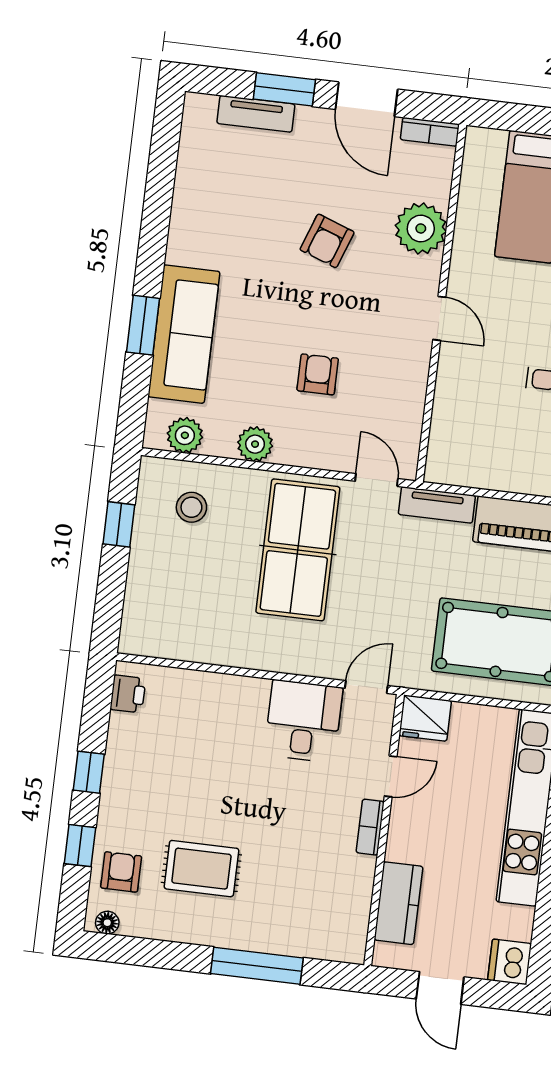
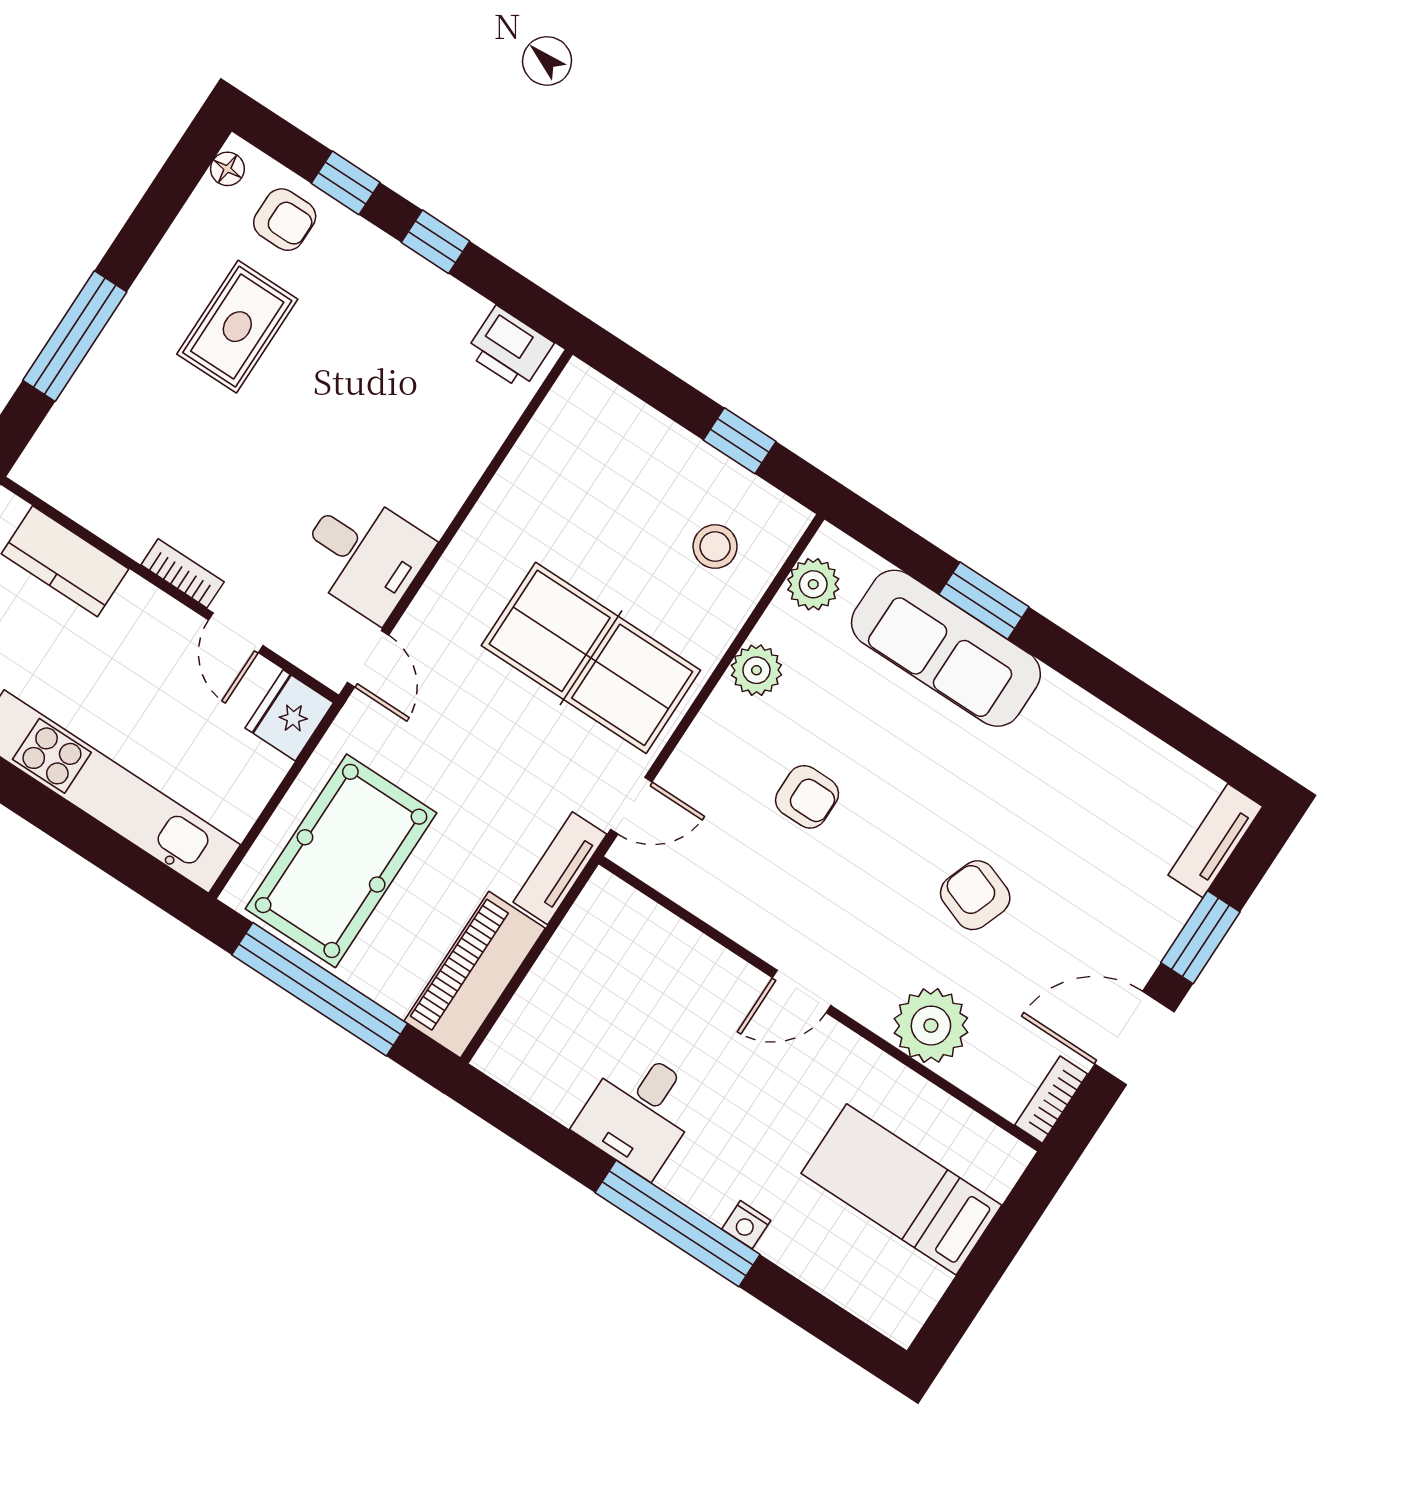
tv unit: (256, 114) -> (1215, 841), moved
printer: (128, 694) -> (510, 348), width x1.36, depth x1.24

